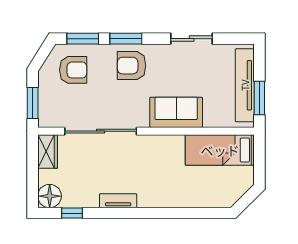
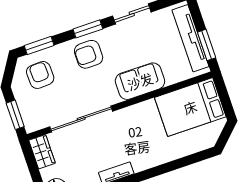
window: (126, 39) -> (88, 29), moved
armchair: (73, 70) -> (40, 75), turned -92
bed: (220, 150) -> (190, 107), width x1.50

